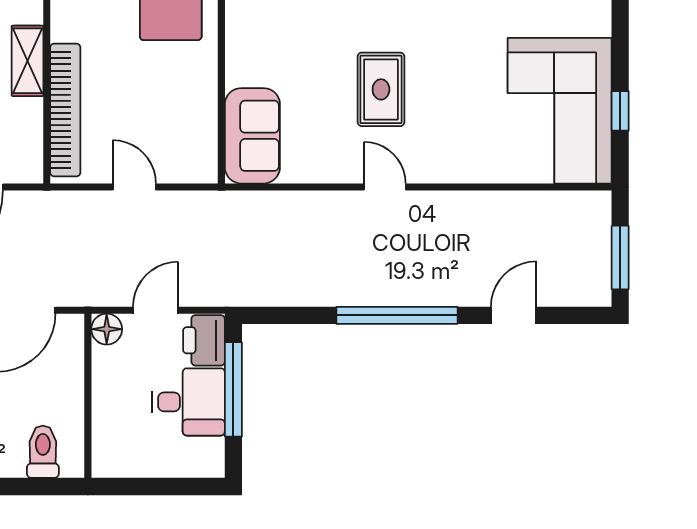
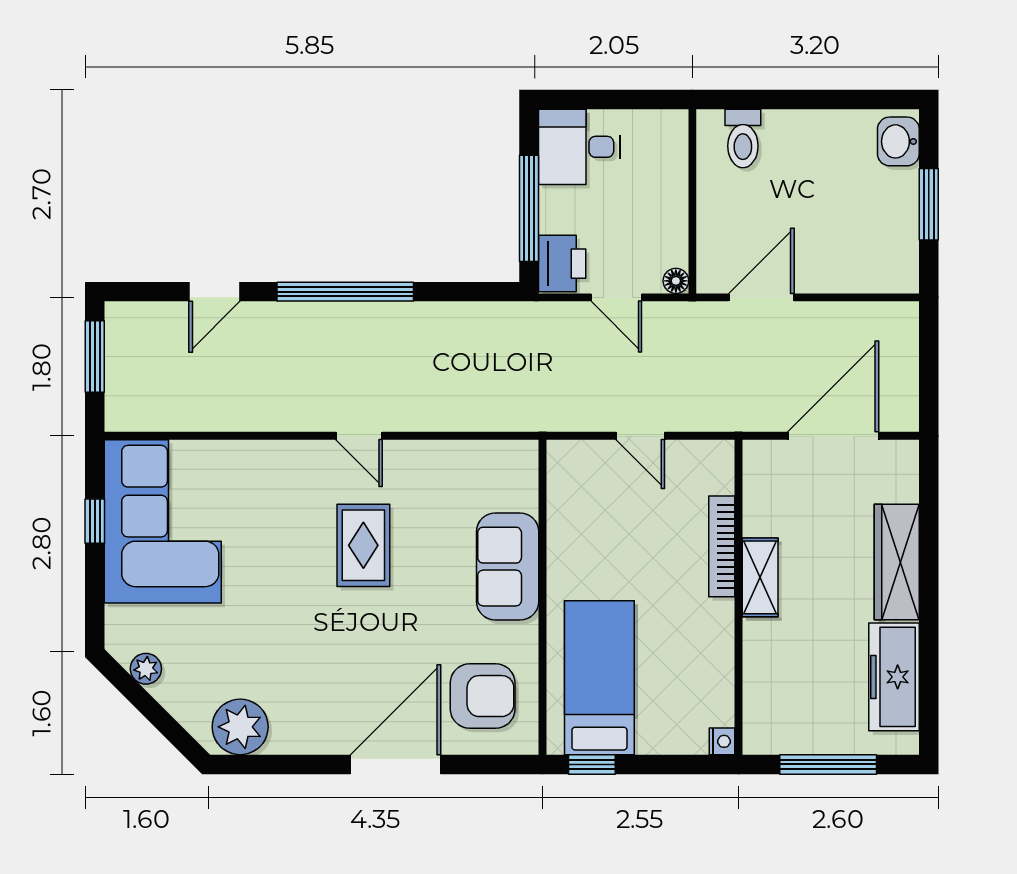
bookcase: (65, 110) -> (722, 546), width x0.68, depth x0.76
sofa: (252, 136) -> (508, 567), moved
door: (155, 310) -> (616, 297), hinge flipped
floor lamp: (107, 329) -> (676, 281), width x0.73, depth x0.73
desk: (189, 402) -> (579, 147), moved

